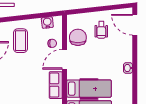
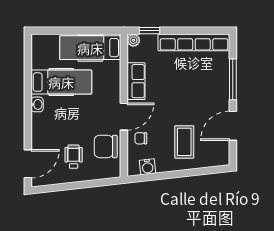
door: (135, 25) -> (28, 164), hinge flipped
chair: (78, 37) -> (106, 146), turned 90
hospital bed: (89, 89) -> (61, 82), moved, turned 180

